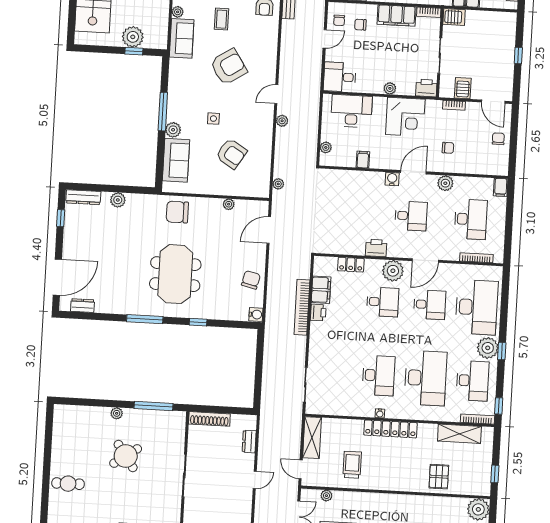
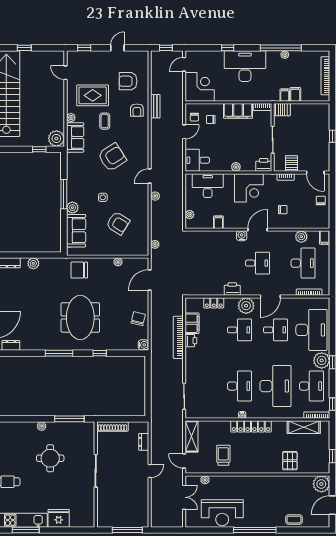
plant: (133, 37) -> (56, 138), moved
plant: (445, 183) -> (301, 237), moved
round table: (126, 456) -> (50, 458), turned 35

